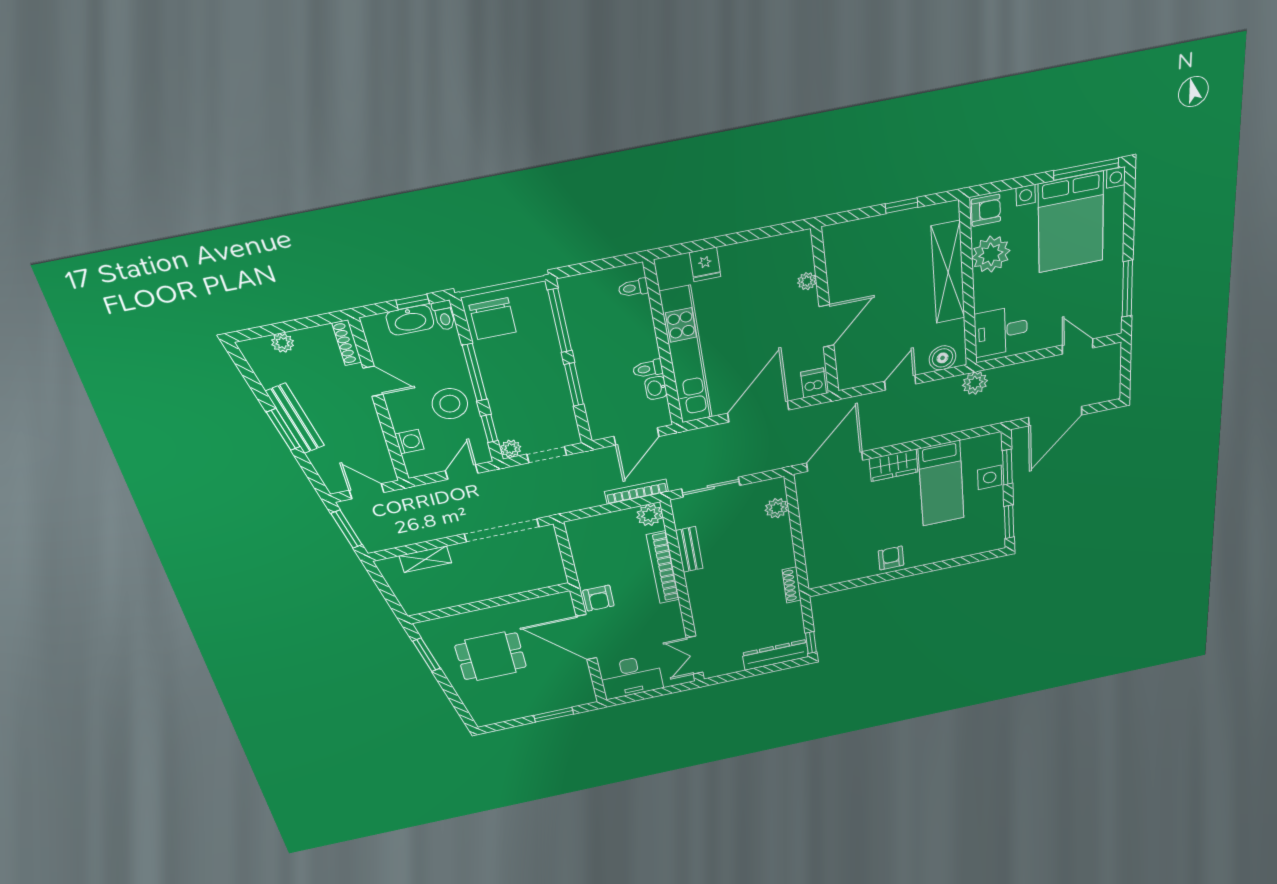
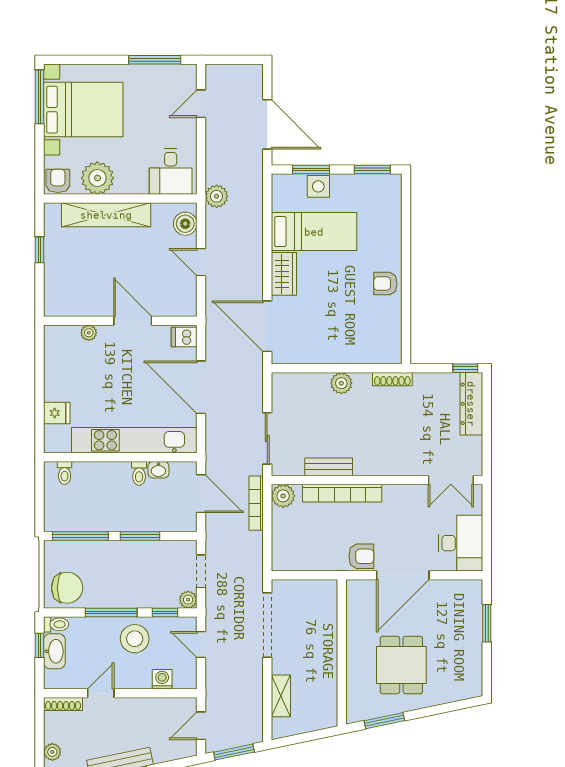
plant: (777, 508) -> (341, 383), moved

